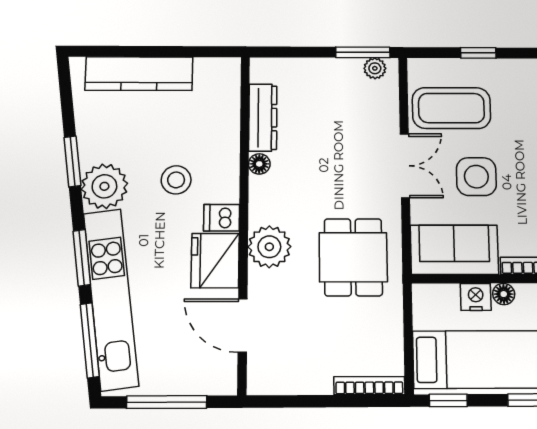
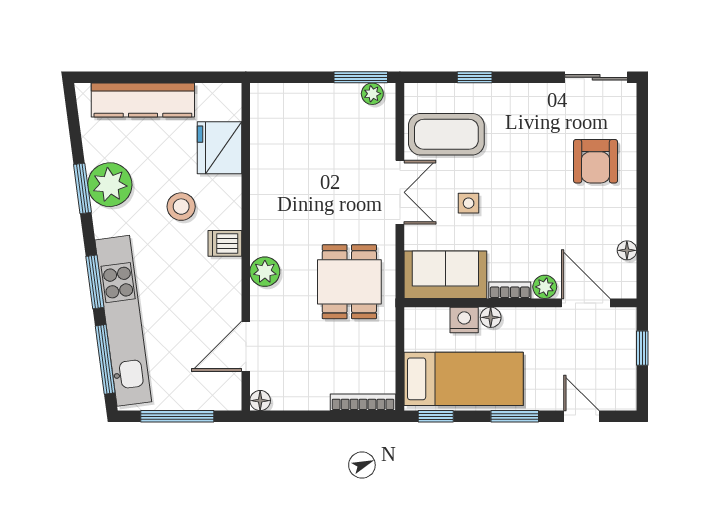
dresser: (263, 118) -> (263, 144), removed
floor lamp: (259, 164) -> (260, 401), moved
side table: (476, 177) -> (469, 203), width x0.54, depth x0.54
plant: (104, 186) -> (110, 185), moved
plant: (269, 247) -> (265, 272), width x0.73, depth x0.73
fridge: (215, 261) -> (219, 148), moved
door: (243, 326) -> (246, 346), hinge flipped

